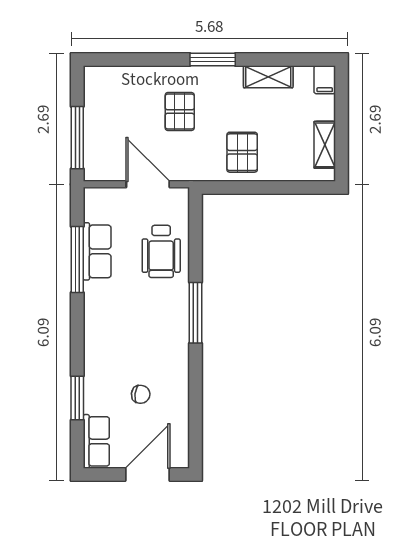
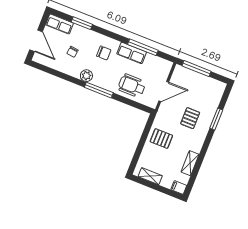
window: (213, 60) -> (216, 119), moved
pallet: (180, 112) -> (190, 118), turned 90
row of seats: (97, 251) -> (132, 53), moved
chair: (119, 332) -> (104, 53), added
plant: (177, 348) -> (86, 76), added

